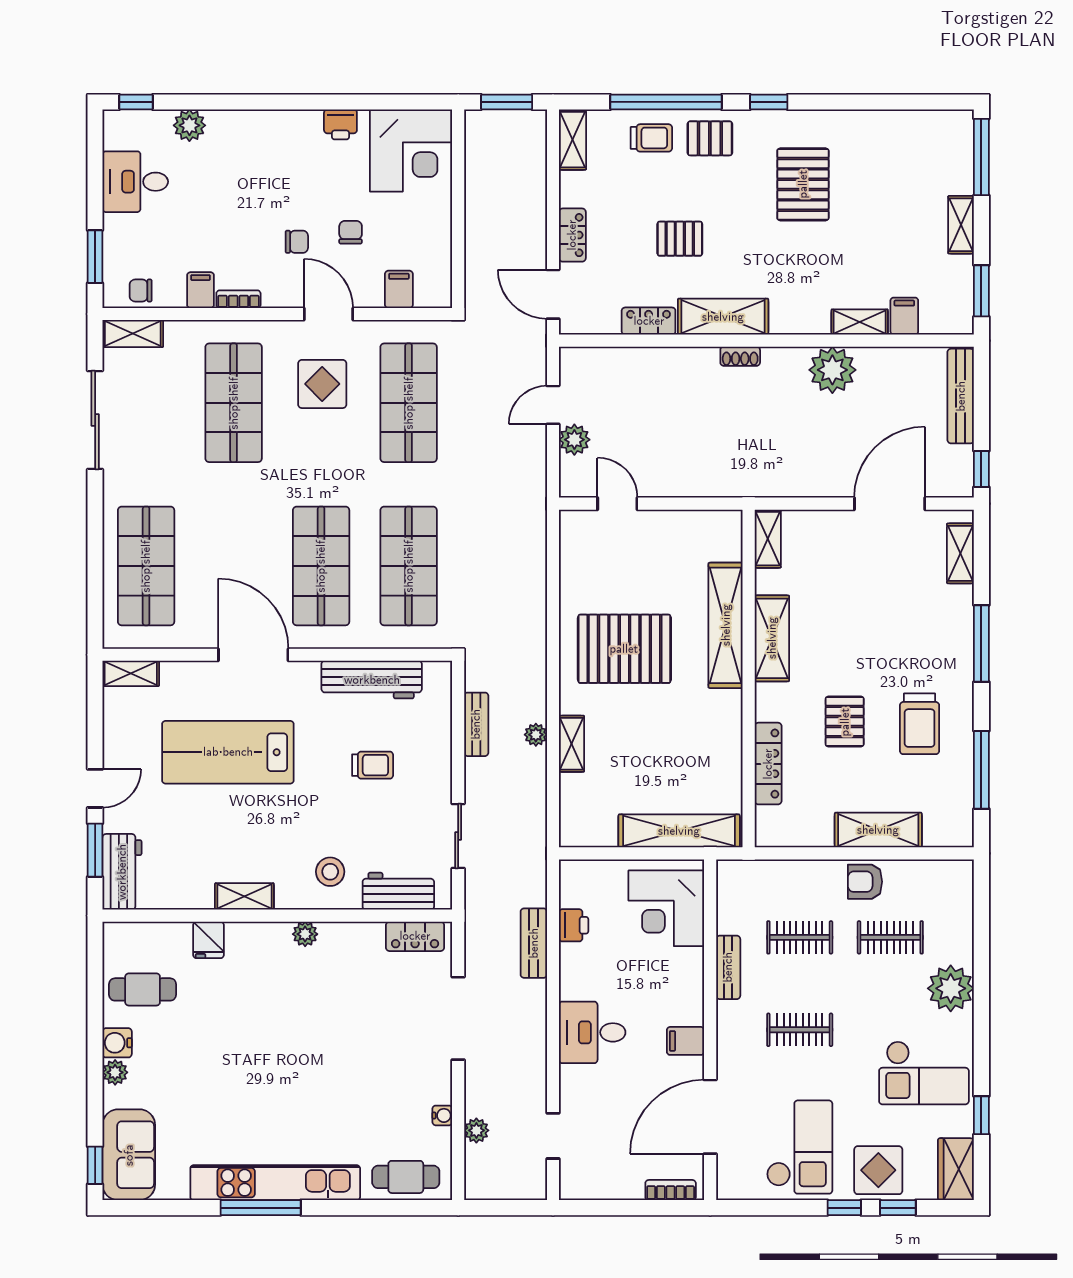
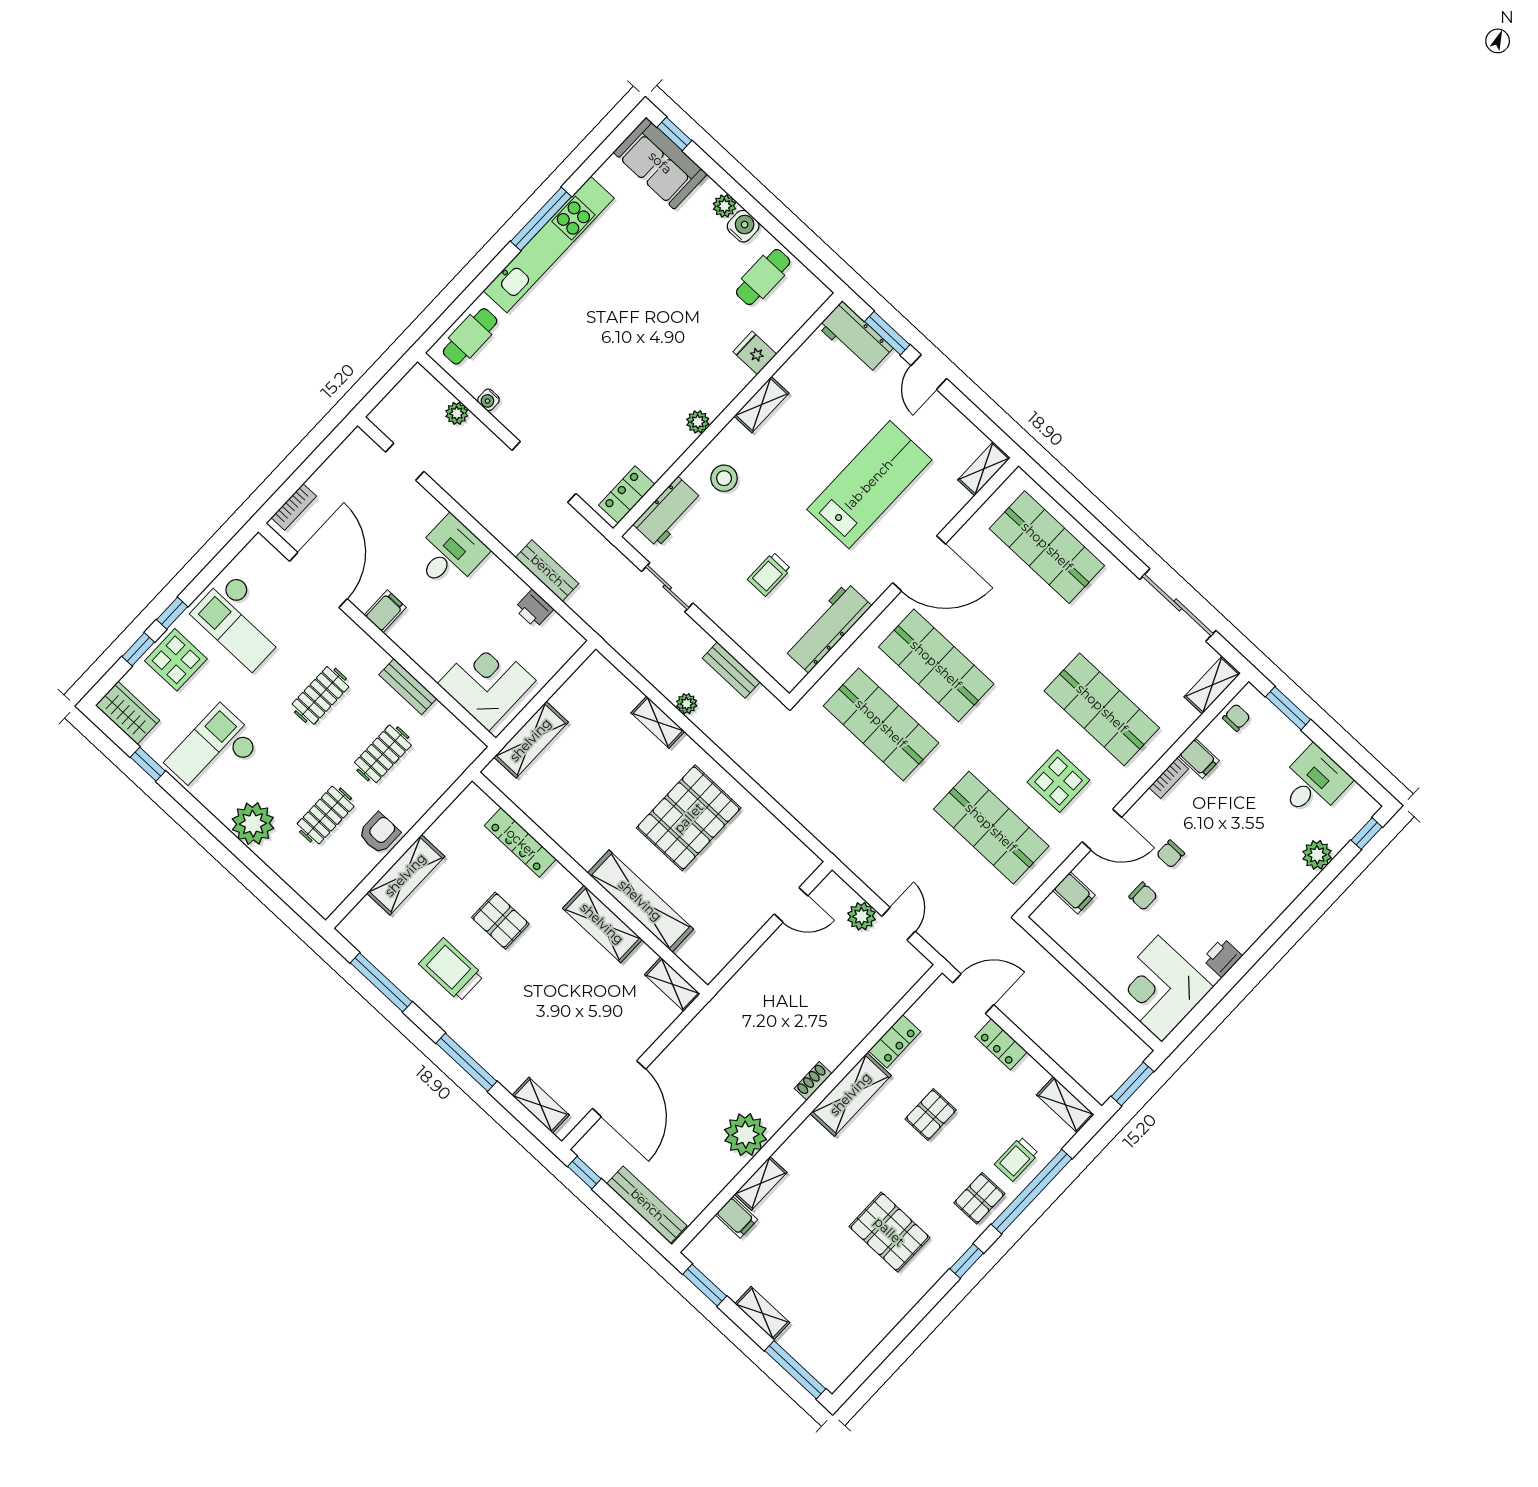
shelving: (679, 831) -> (531, 740), width x0.68

